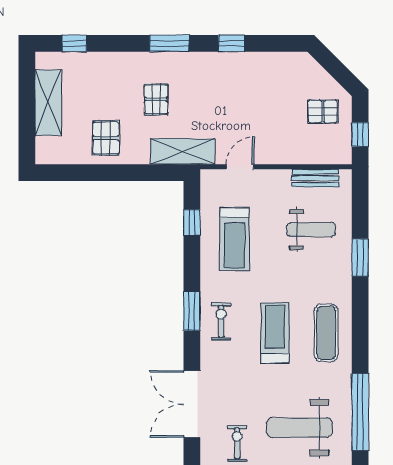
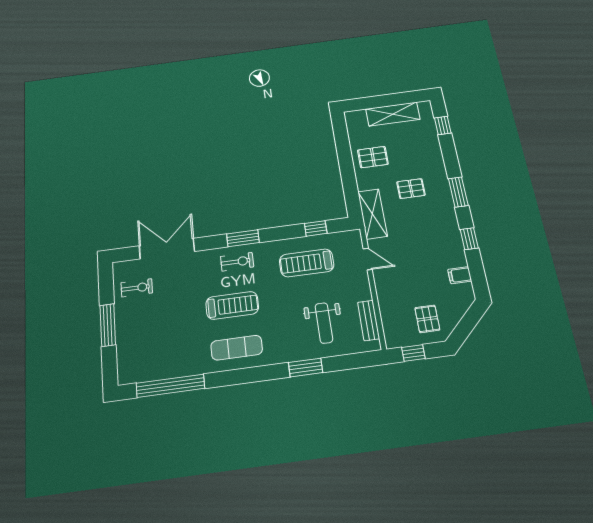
filing cabinet: (276, 64) -> (460, 275), added
weight bench: (299, 428) -> (153, 336), removed

